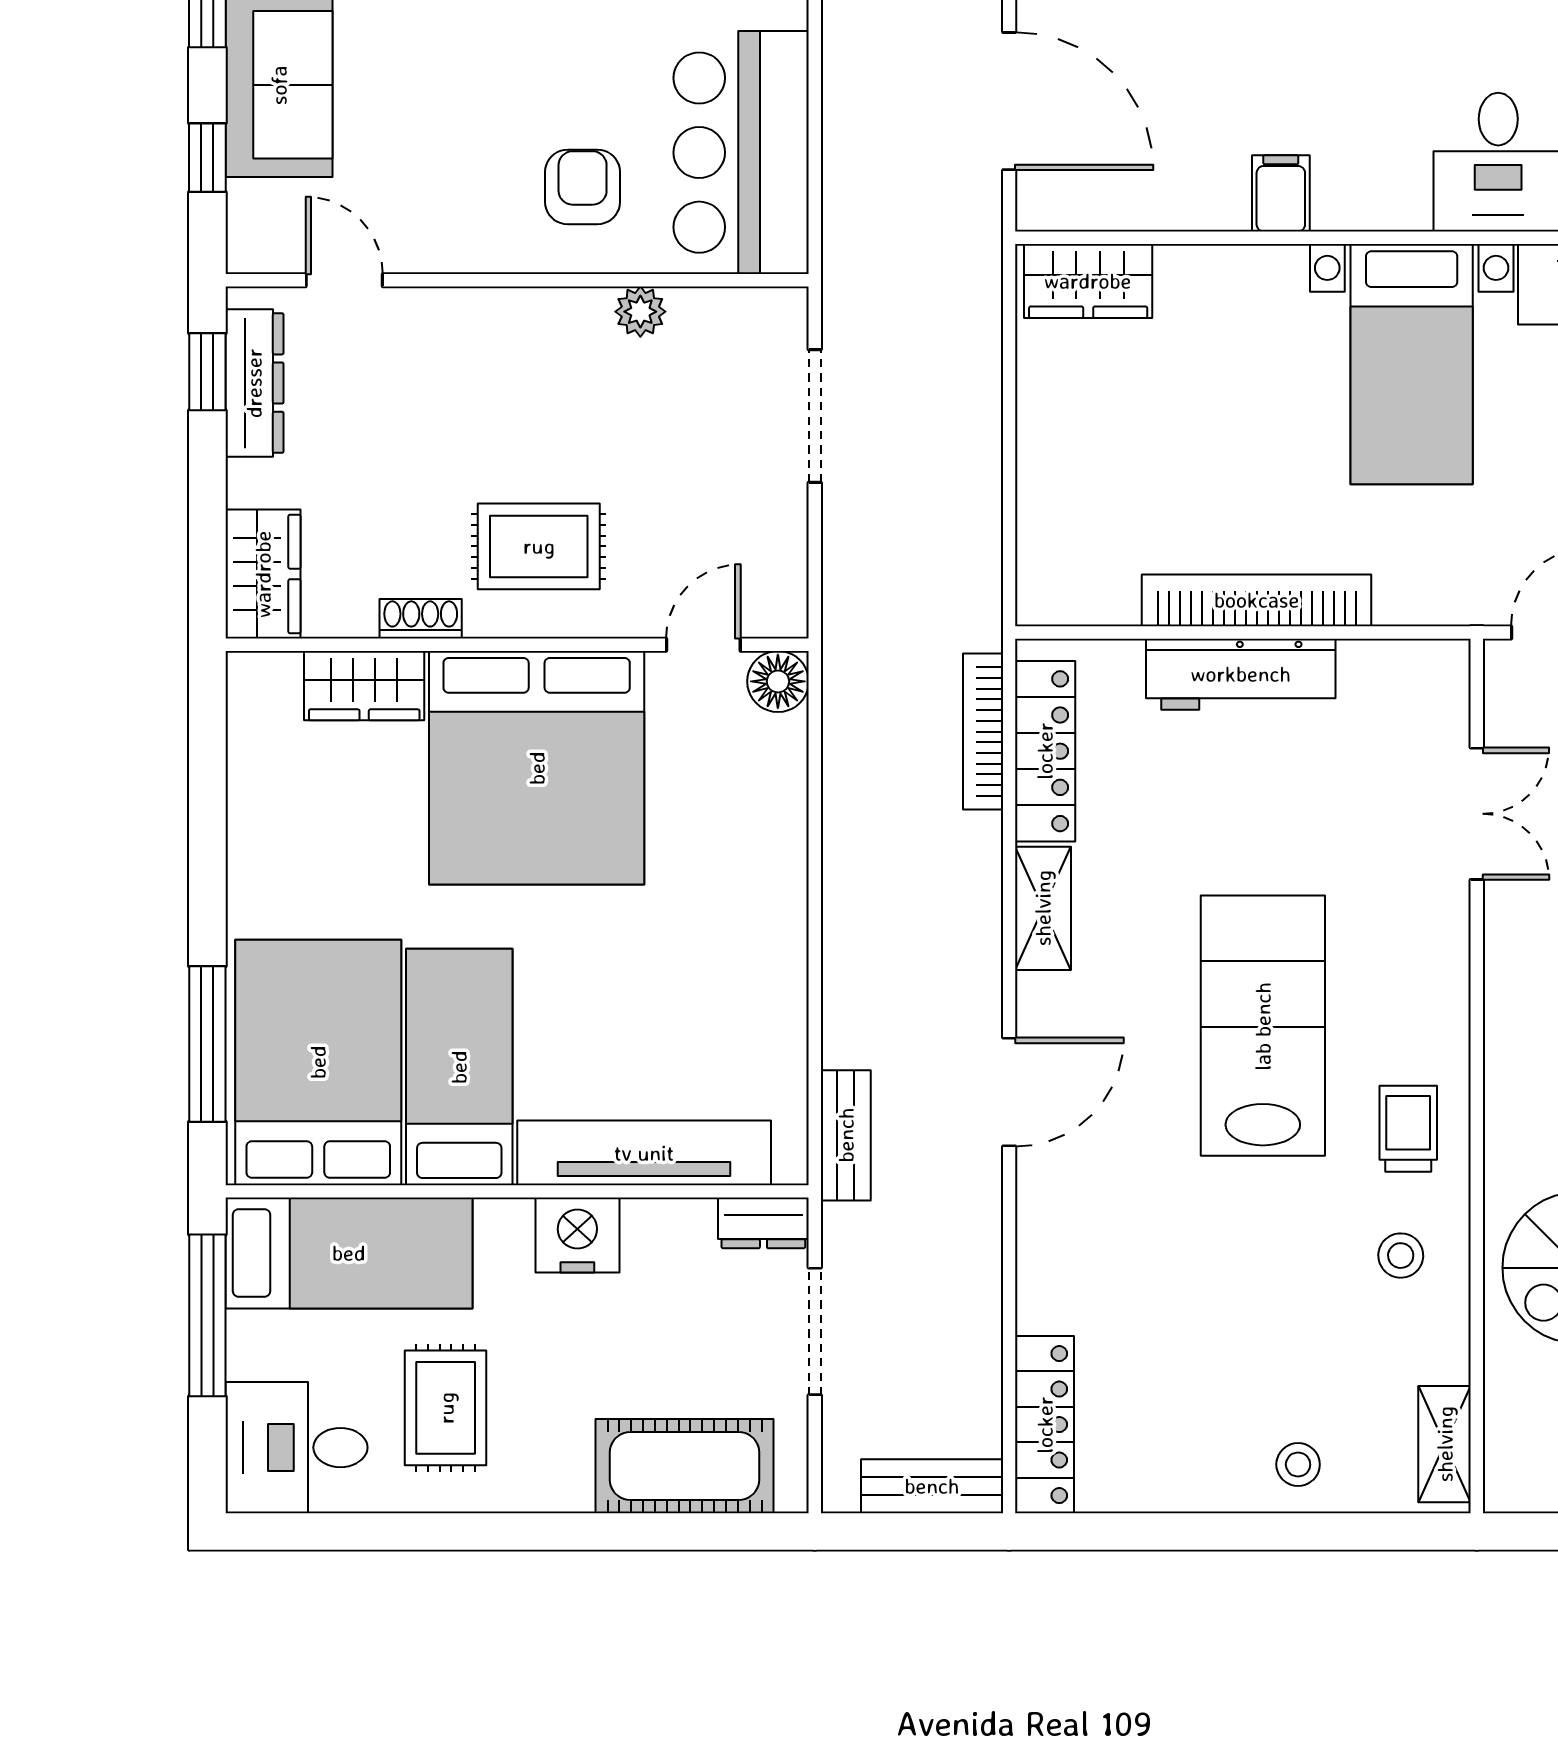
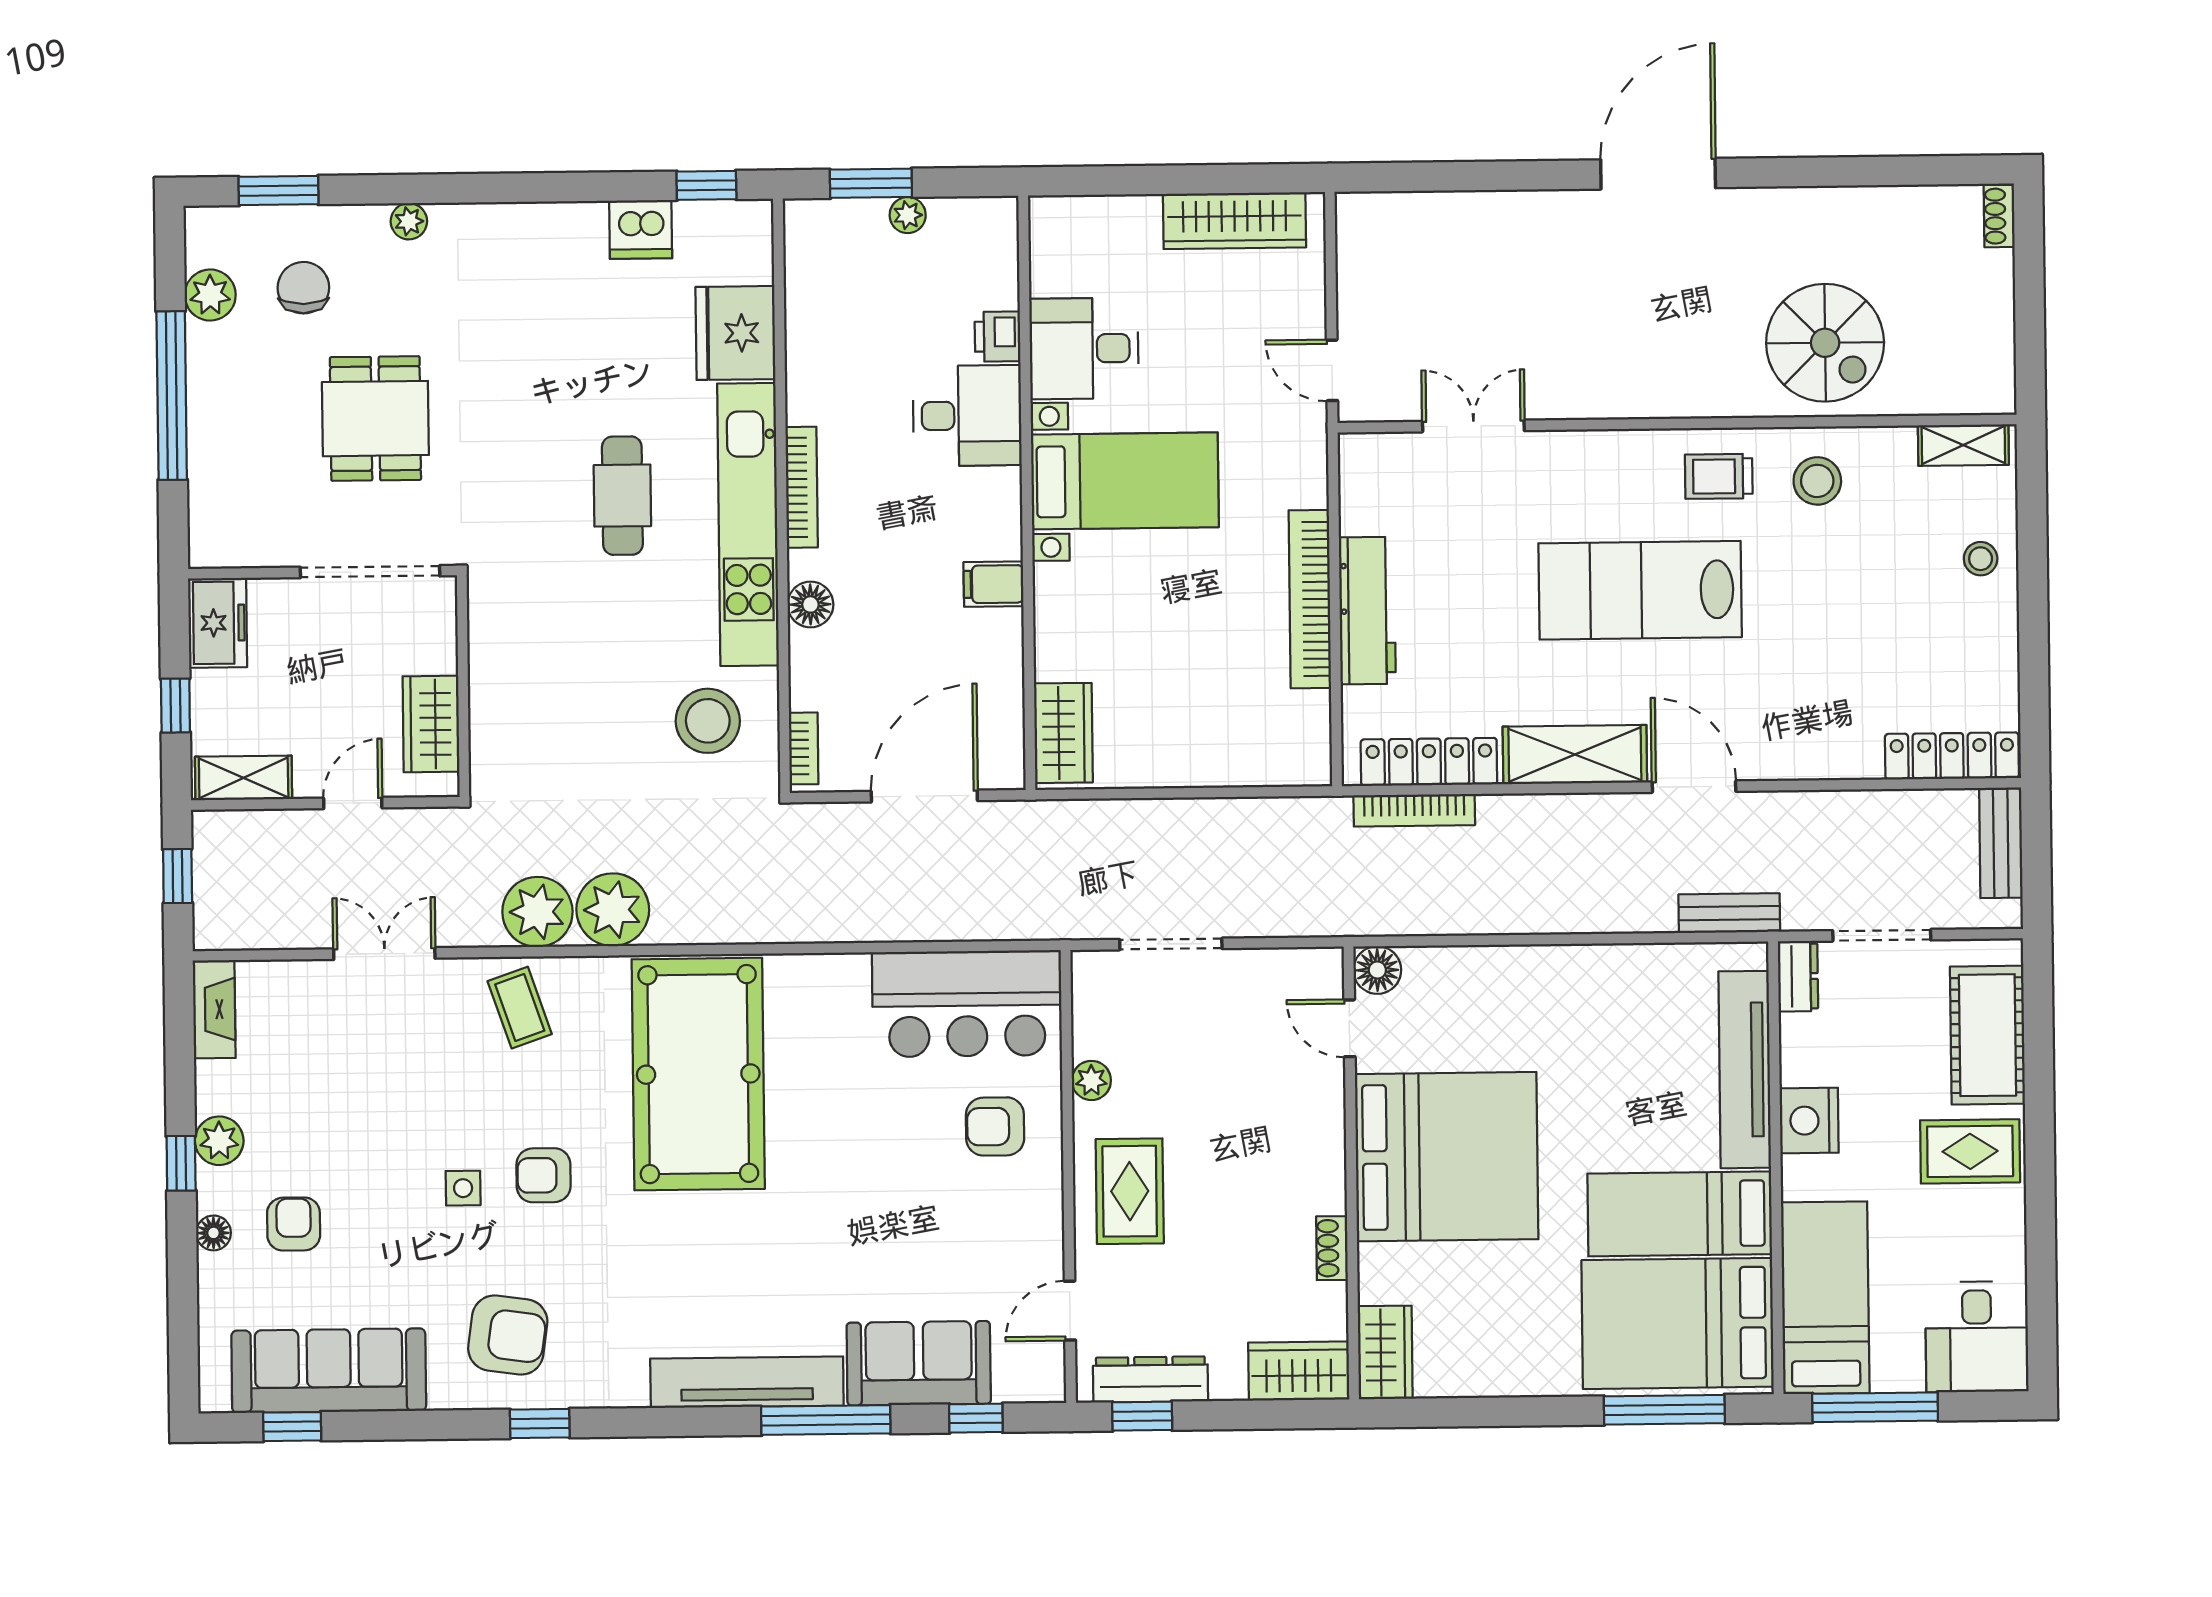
rug: (539, 546) -> (1130, 1191), moved
wardrobe: (364, 686) -> (1385, 1352), moved
shelving: (1043, 908) -> (1575, 755), width x1.50, depth x1.33
stool: (1401, 1256) -> (1817, 481), width x1.37, depth x1.37
rug: (446, 1408) -> (1970, 1151), moved

